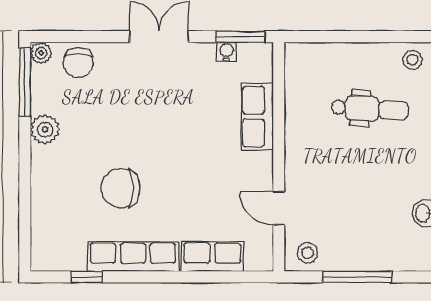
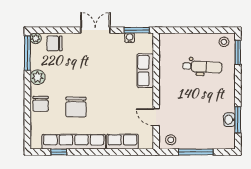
chair: (78, 63) -> (54, 43), turned 90
chair: (51, 182) -> (41, 104), added
chair: (121, 188) -> (76, 107), turned -90
row of seats: (133, 257) -> (74, 142), width x1.36

